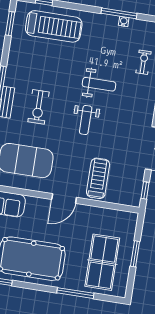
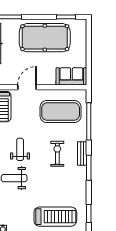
treadmill: (54, 26) -> (55, 217), turned 180

